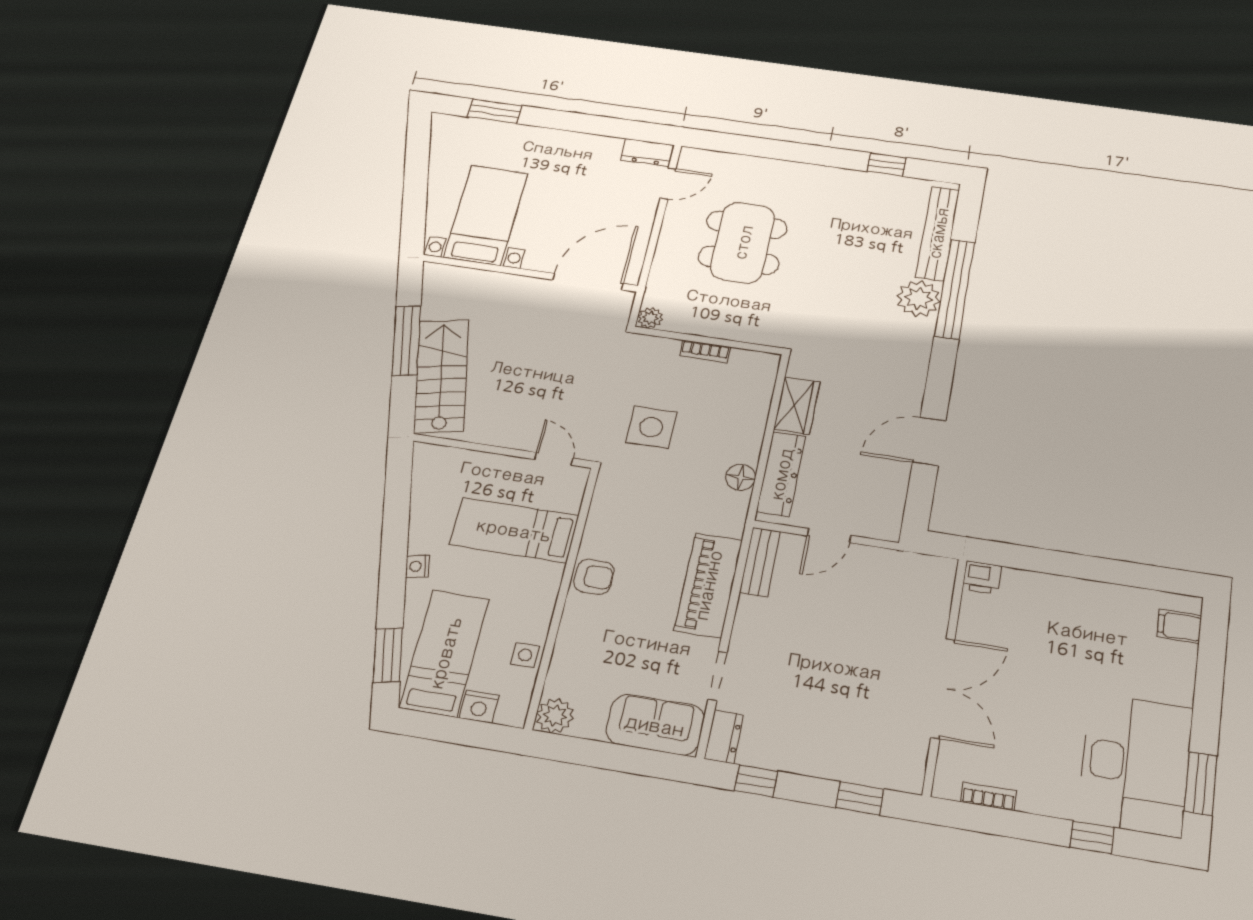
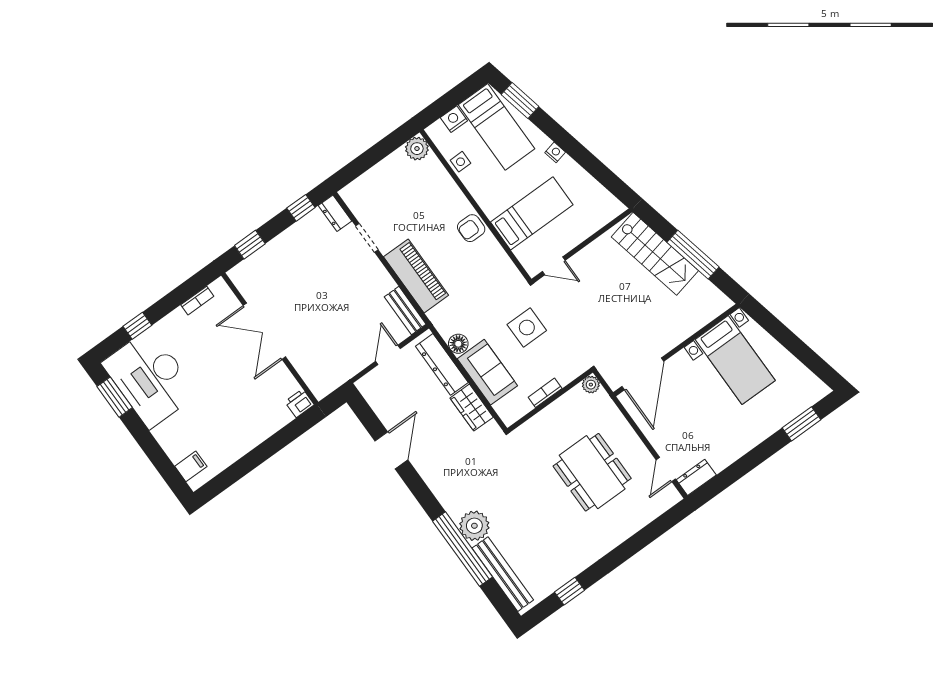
sofa: (655, 725) -> (487, 372), moved, turned -90

